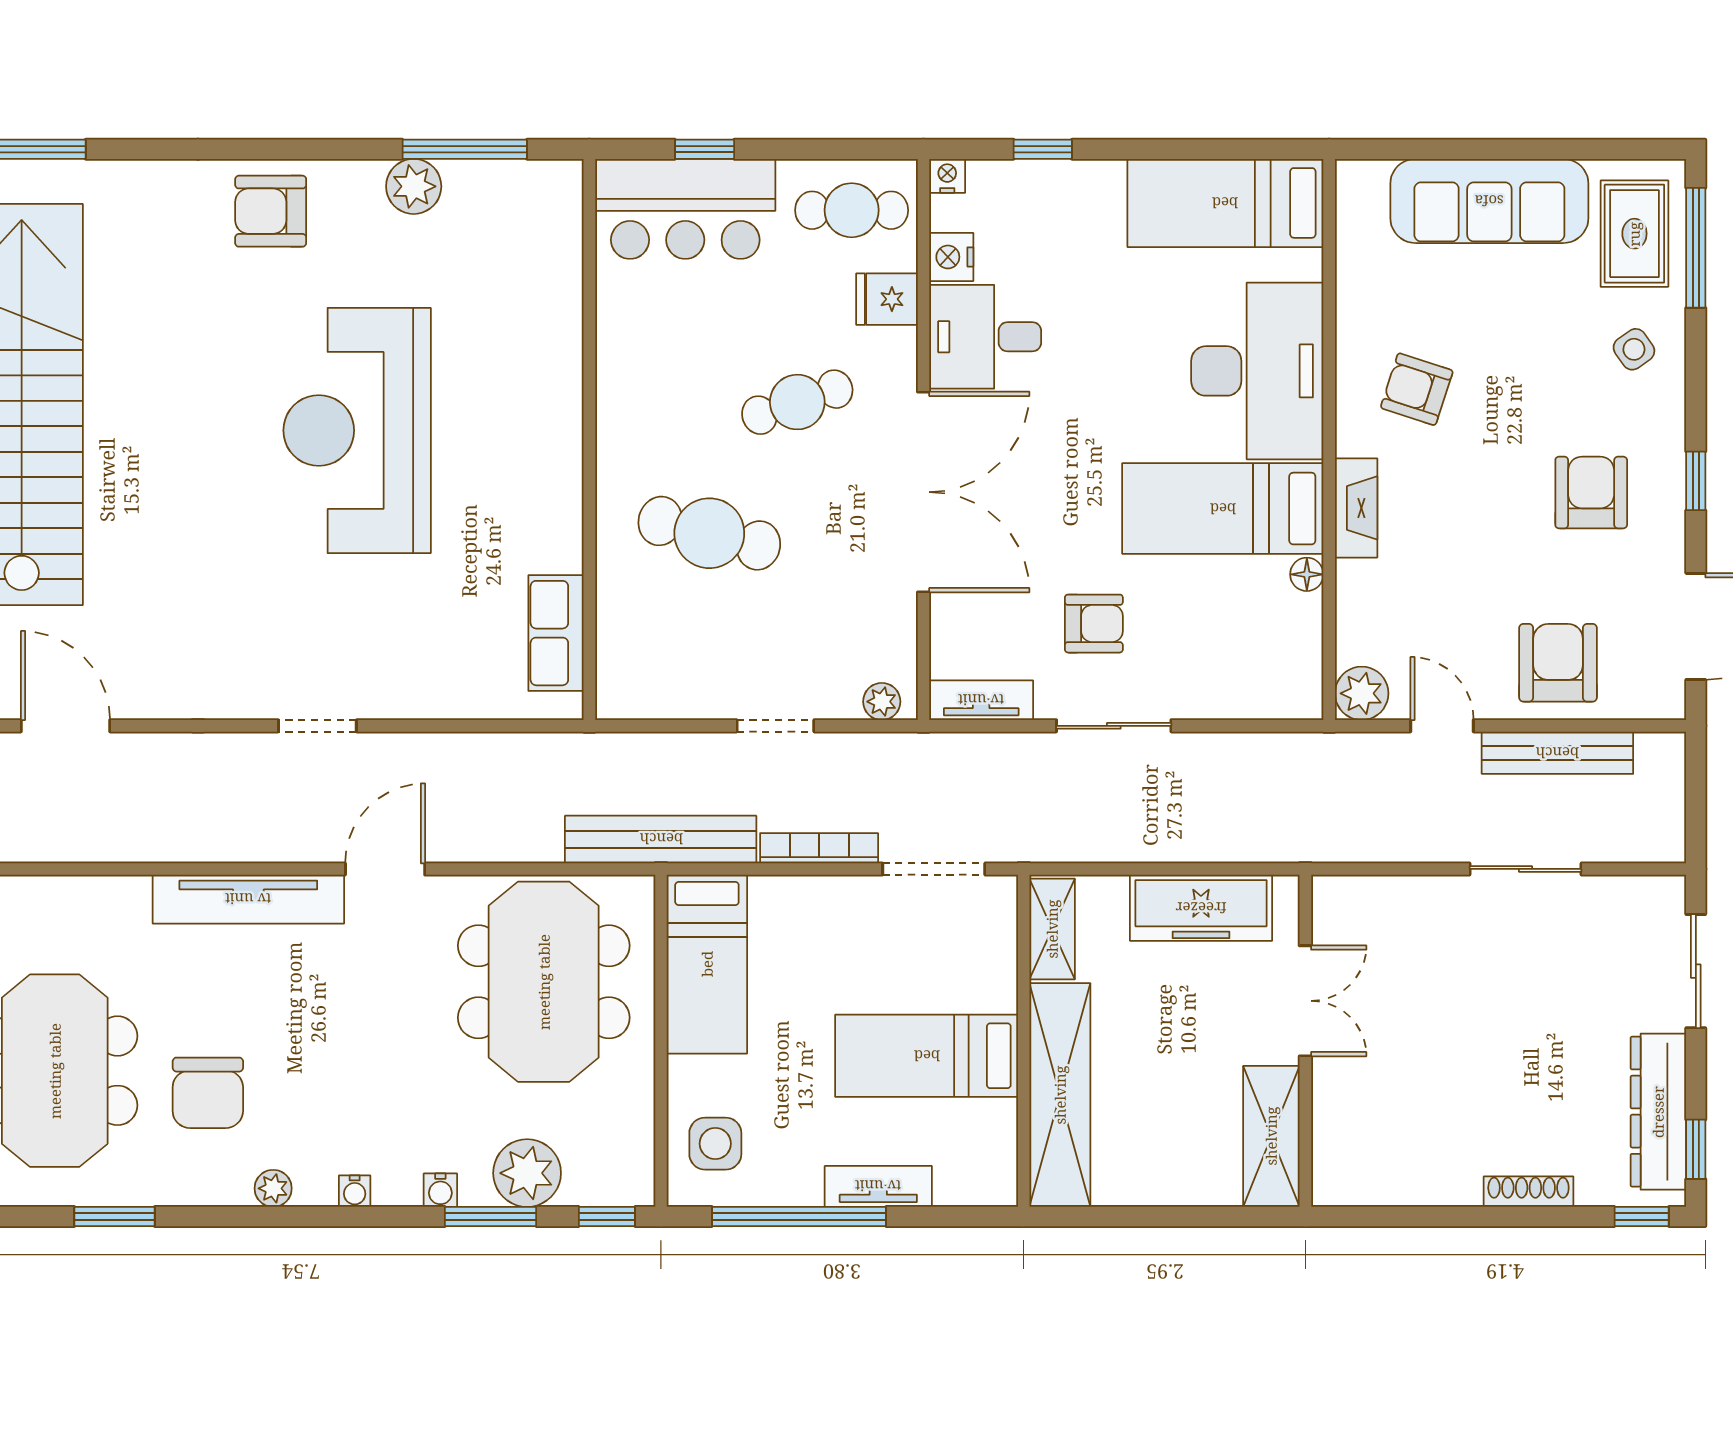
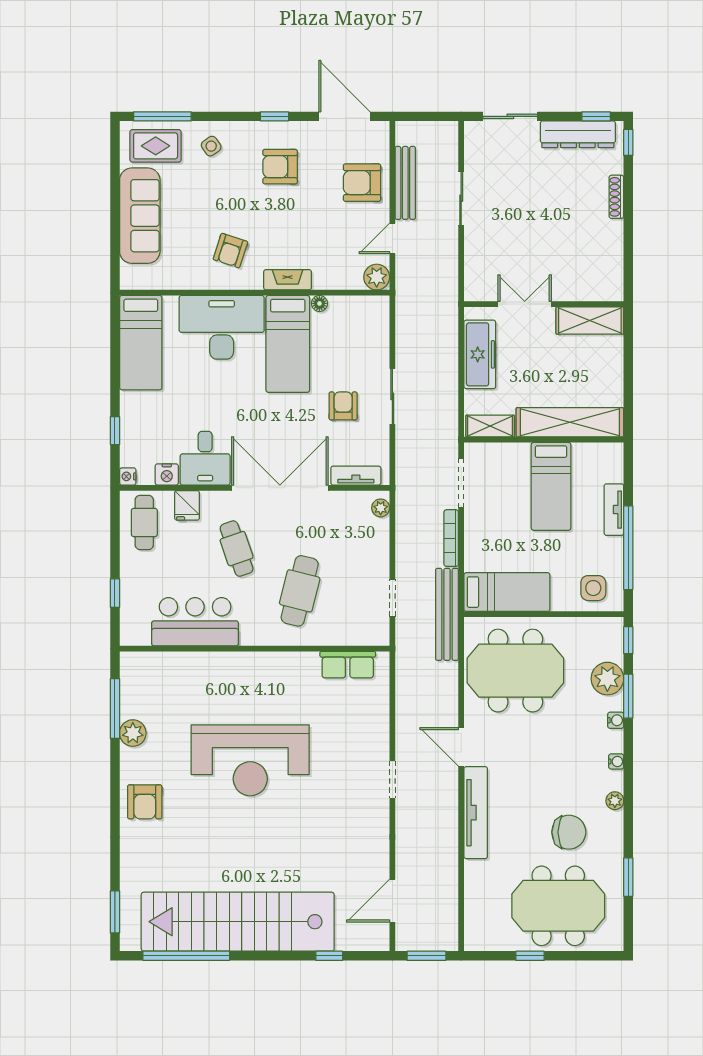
bar counter: (685, 209) -> (195, 622), moved, turned -90
tv unit: (981, 700) -> (356, 476), moved, turned 90
doorway: (775, 726) -> (392, 598), moved

